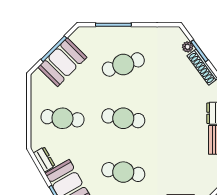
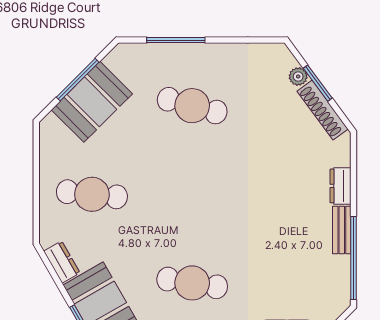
cafe table: (123, 64) -> (192, 106), turned 33
cafe table: (123, 118) -> (192, 194), removed

